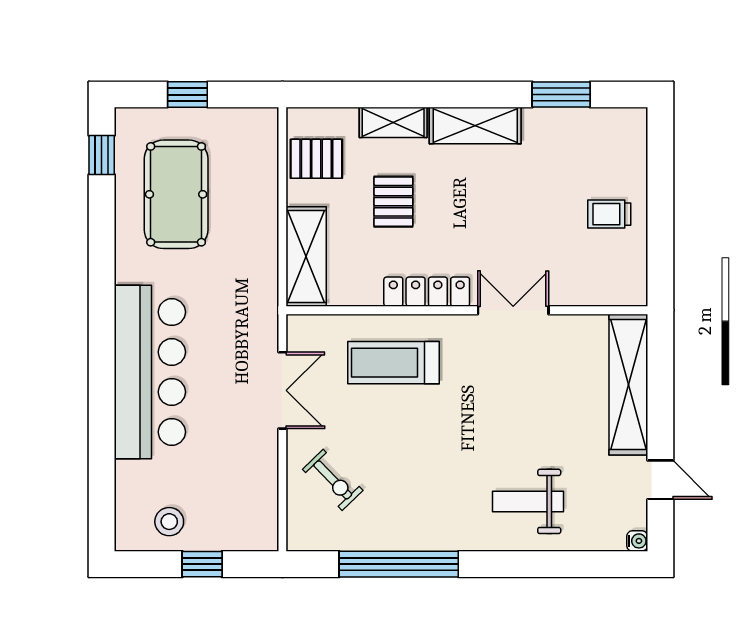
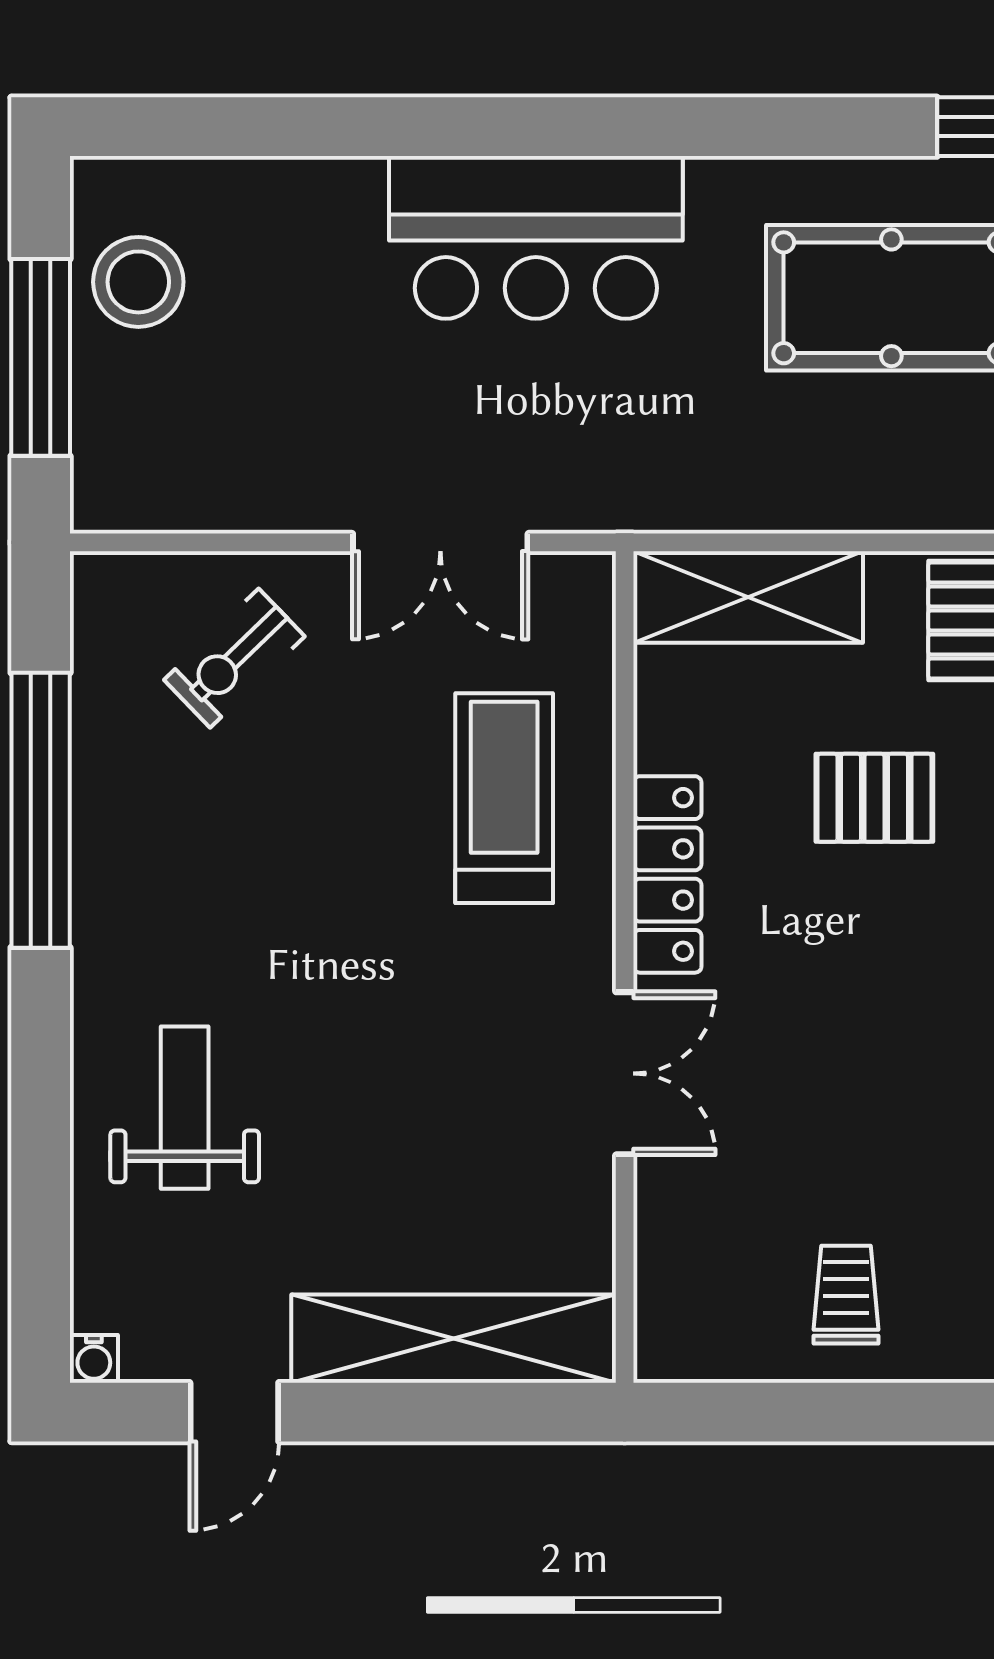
bar counter: (150, 372) -> (536, 237), width x0.73
stool: (169, 522) -> (138, 282), width x1.38, depth x1.38
window: (202, 564) -> (41, 357), width x2.17

